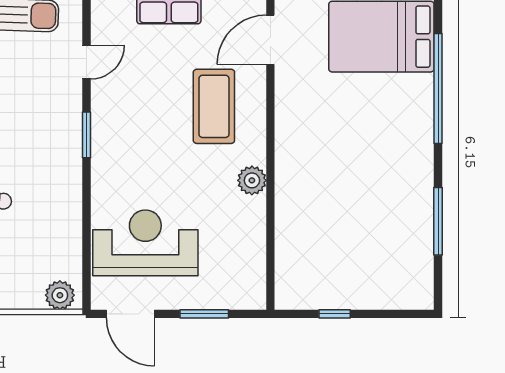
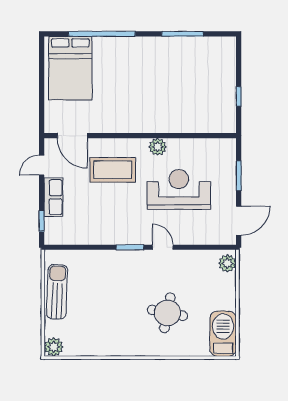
door: (86, 62) -> (163, 247), moved
reception desk: (145, 243) -> (179, 190), moved, turned 90

